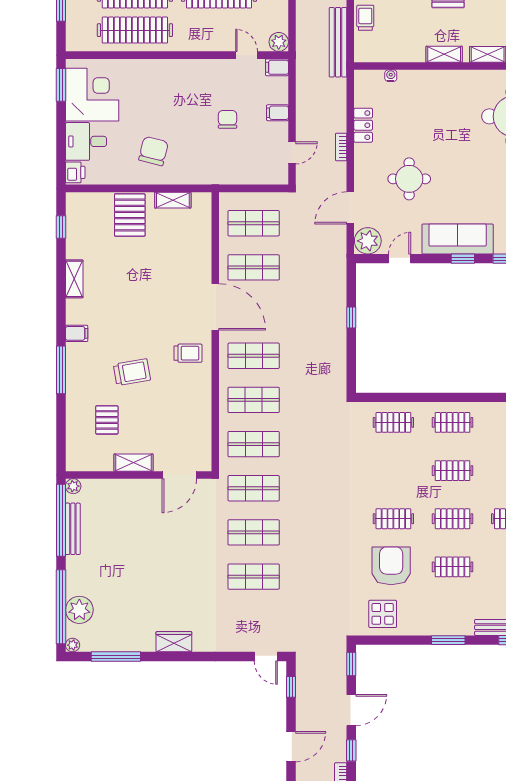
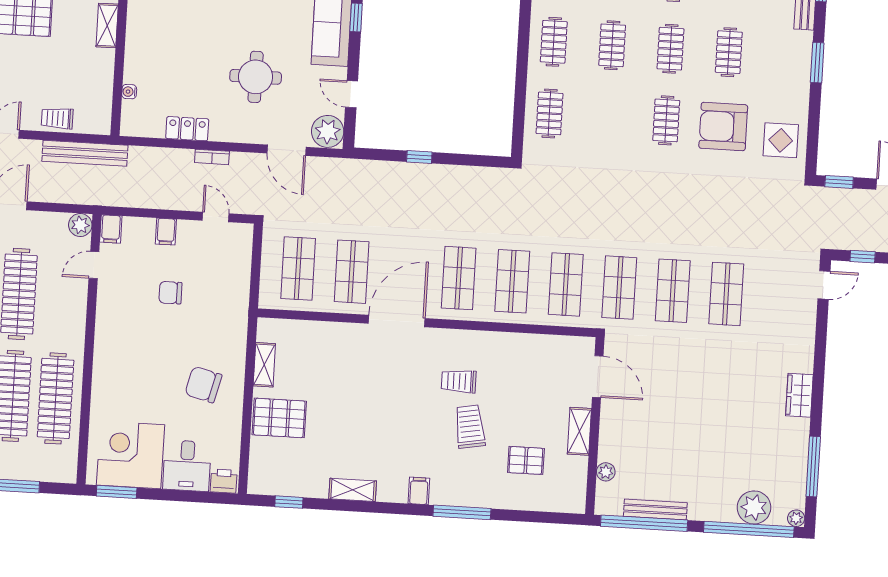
trolley: (188, 353) -> (459, 381), moved, turned -90
plant: (73, 486) -> (606, 472), moved

